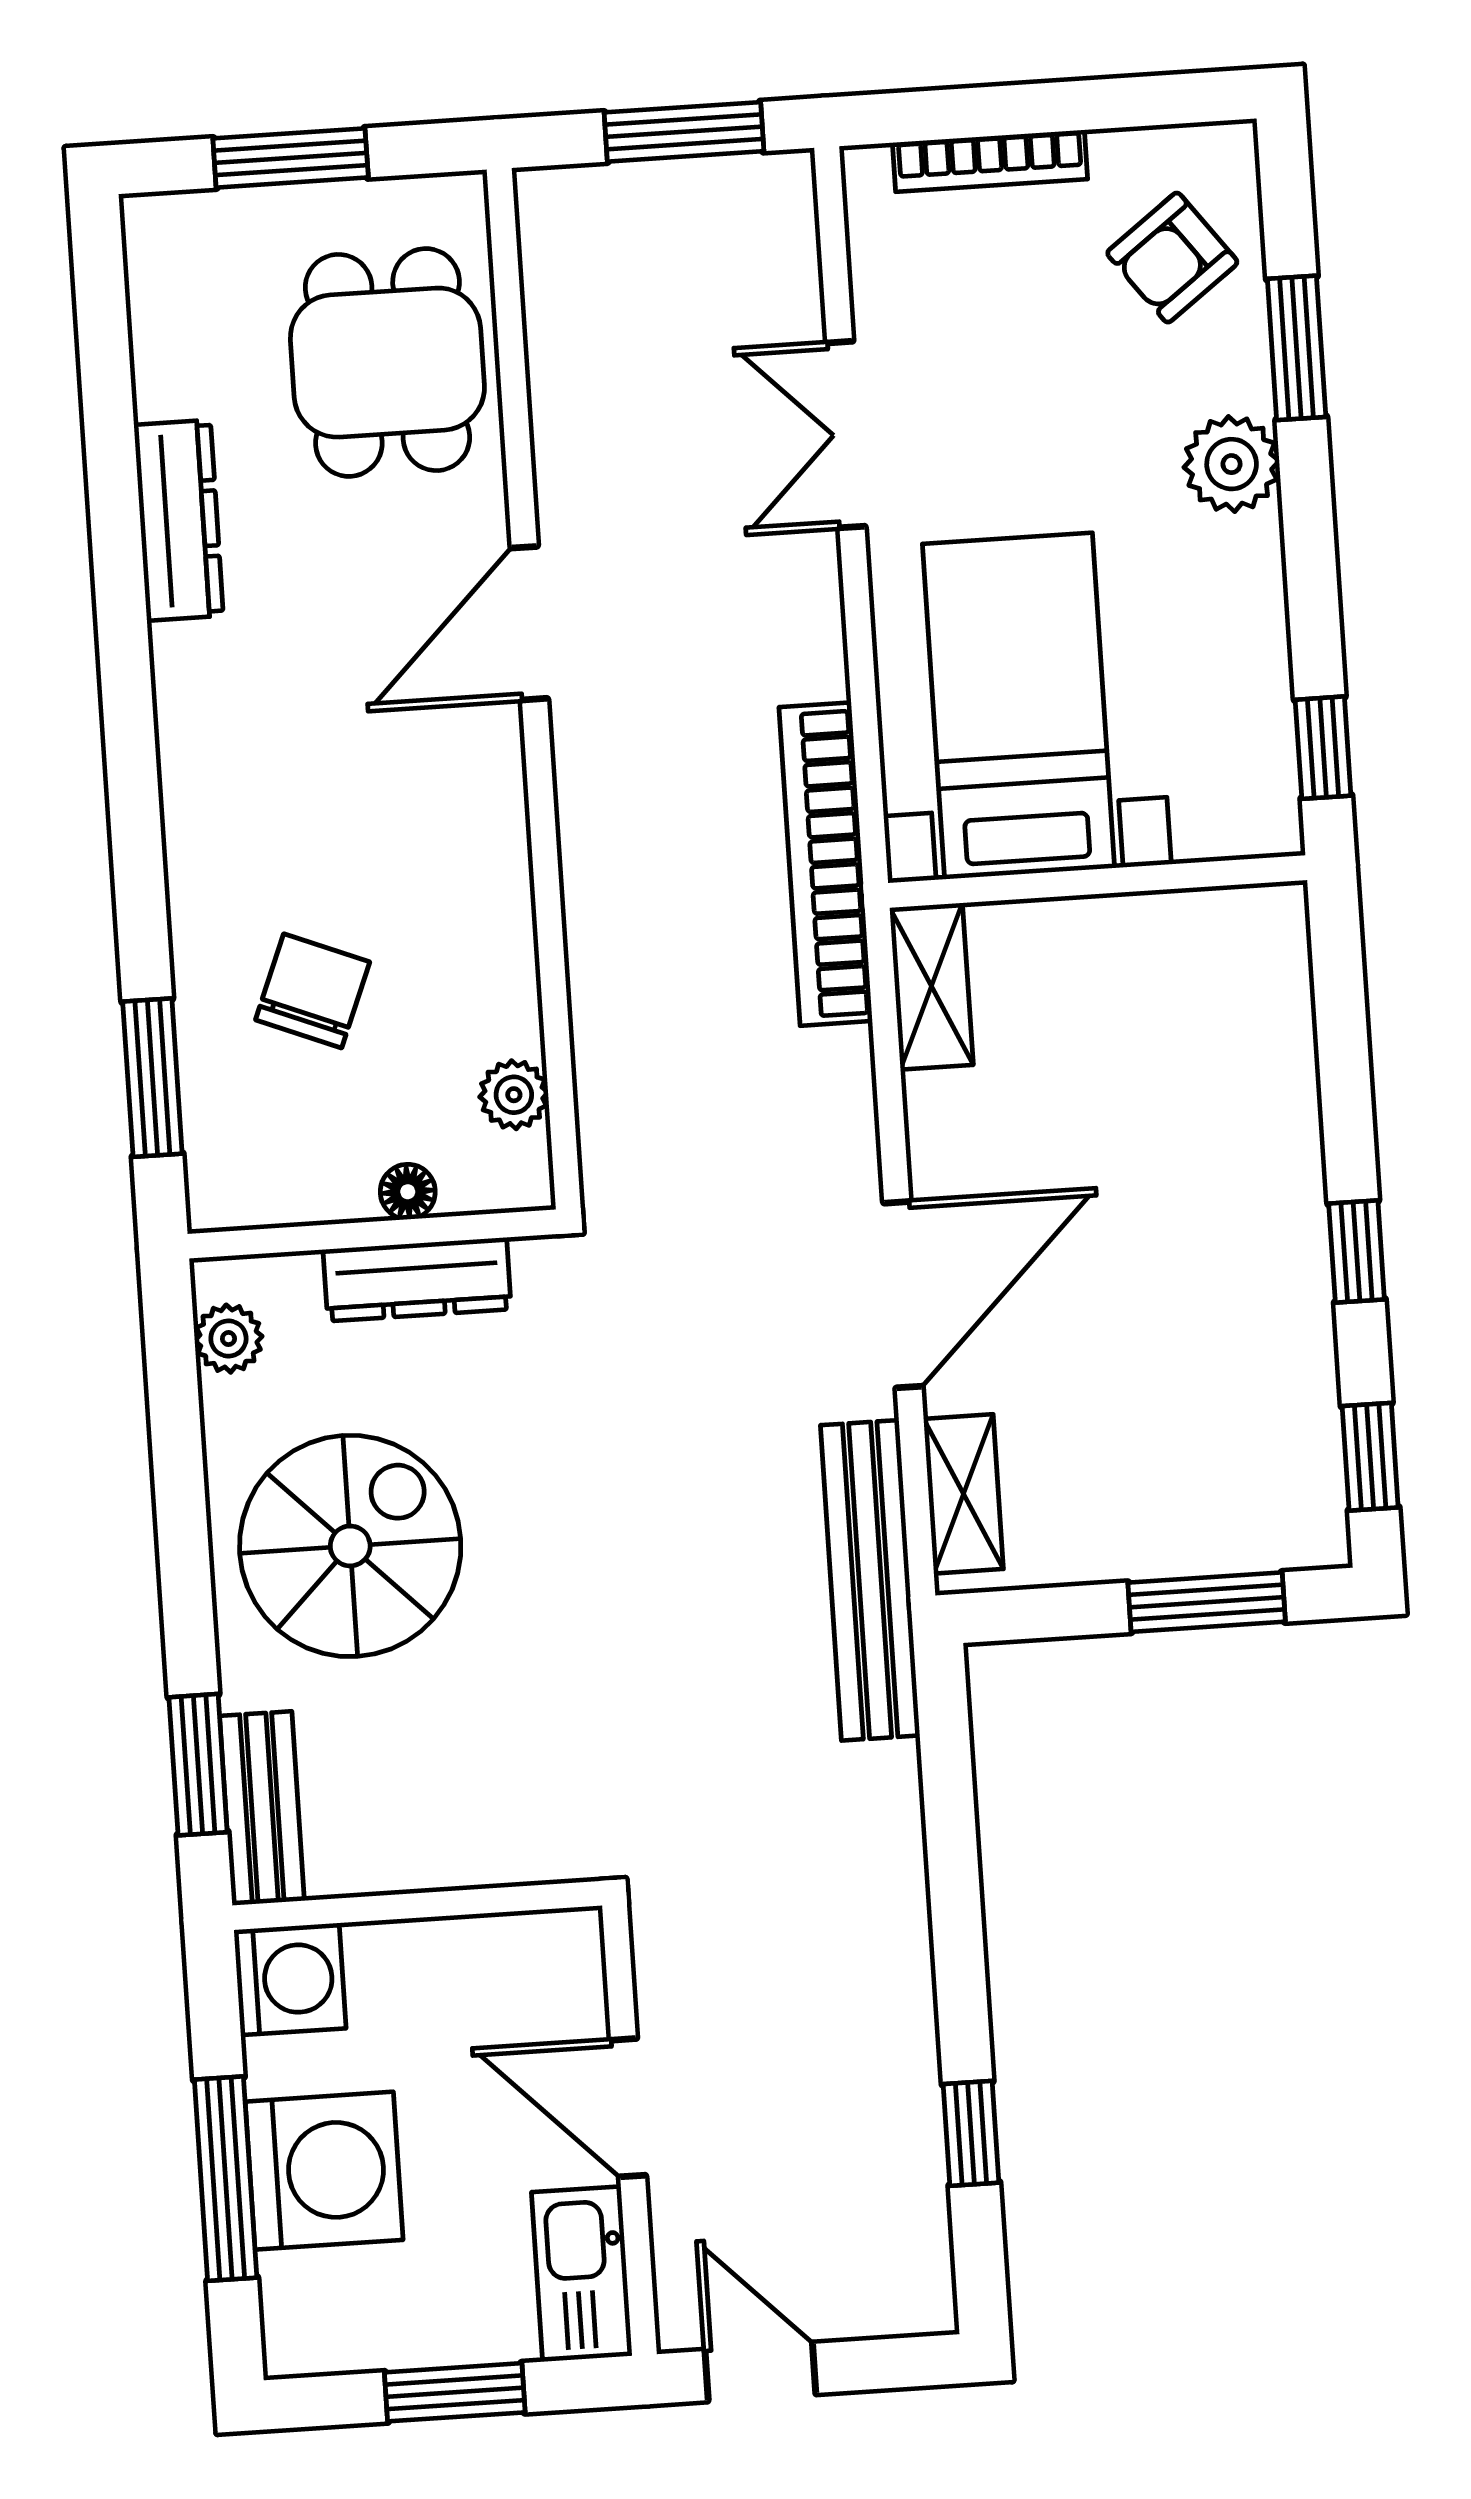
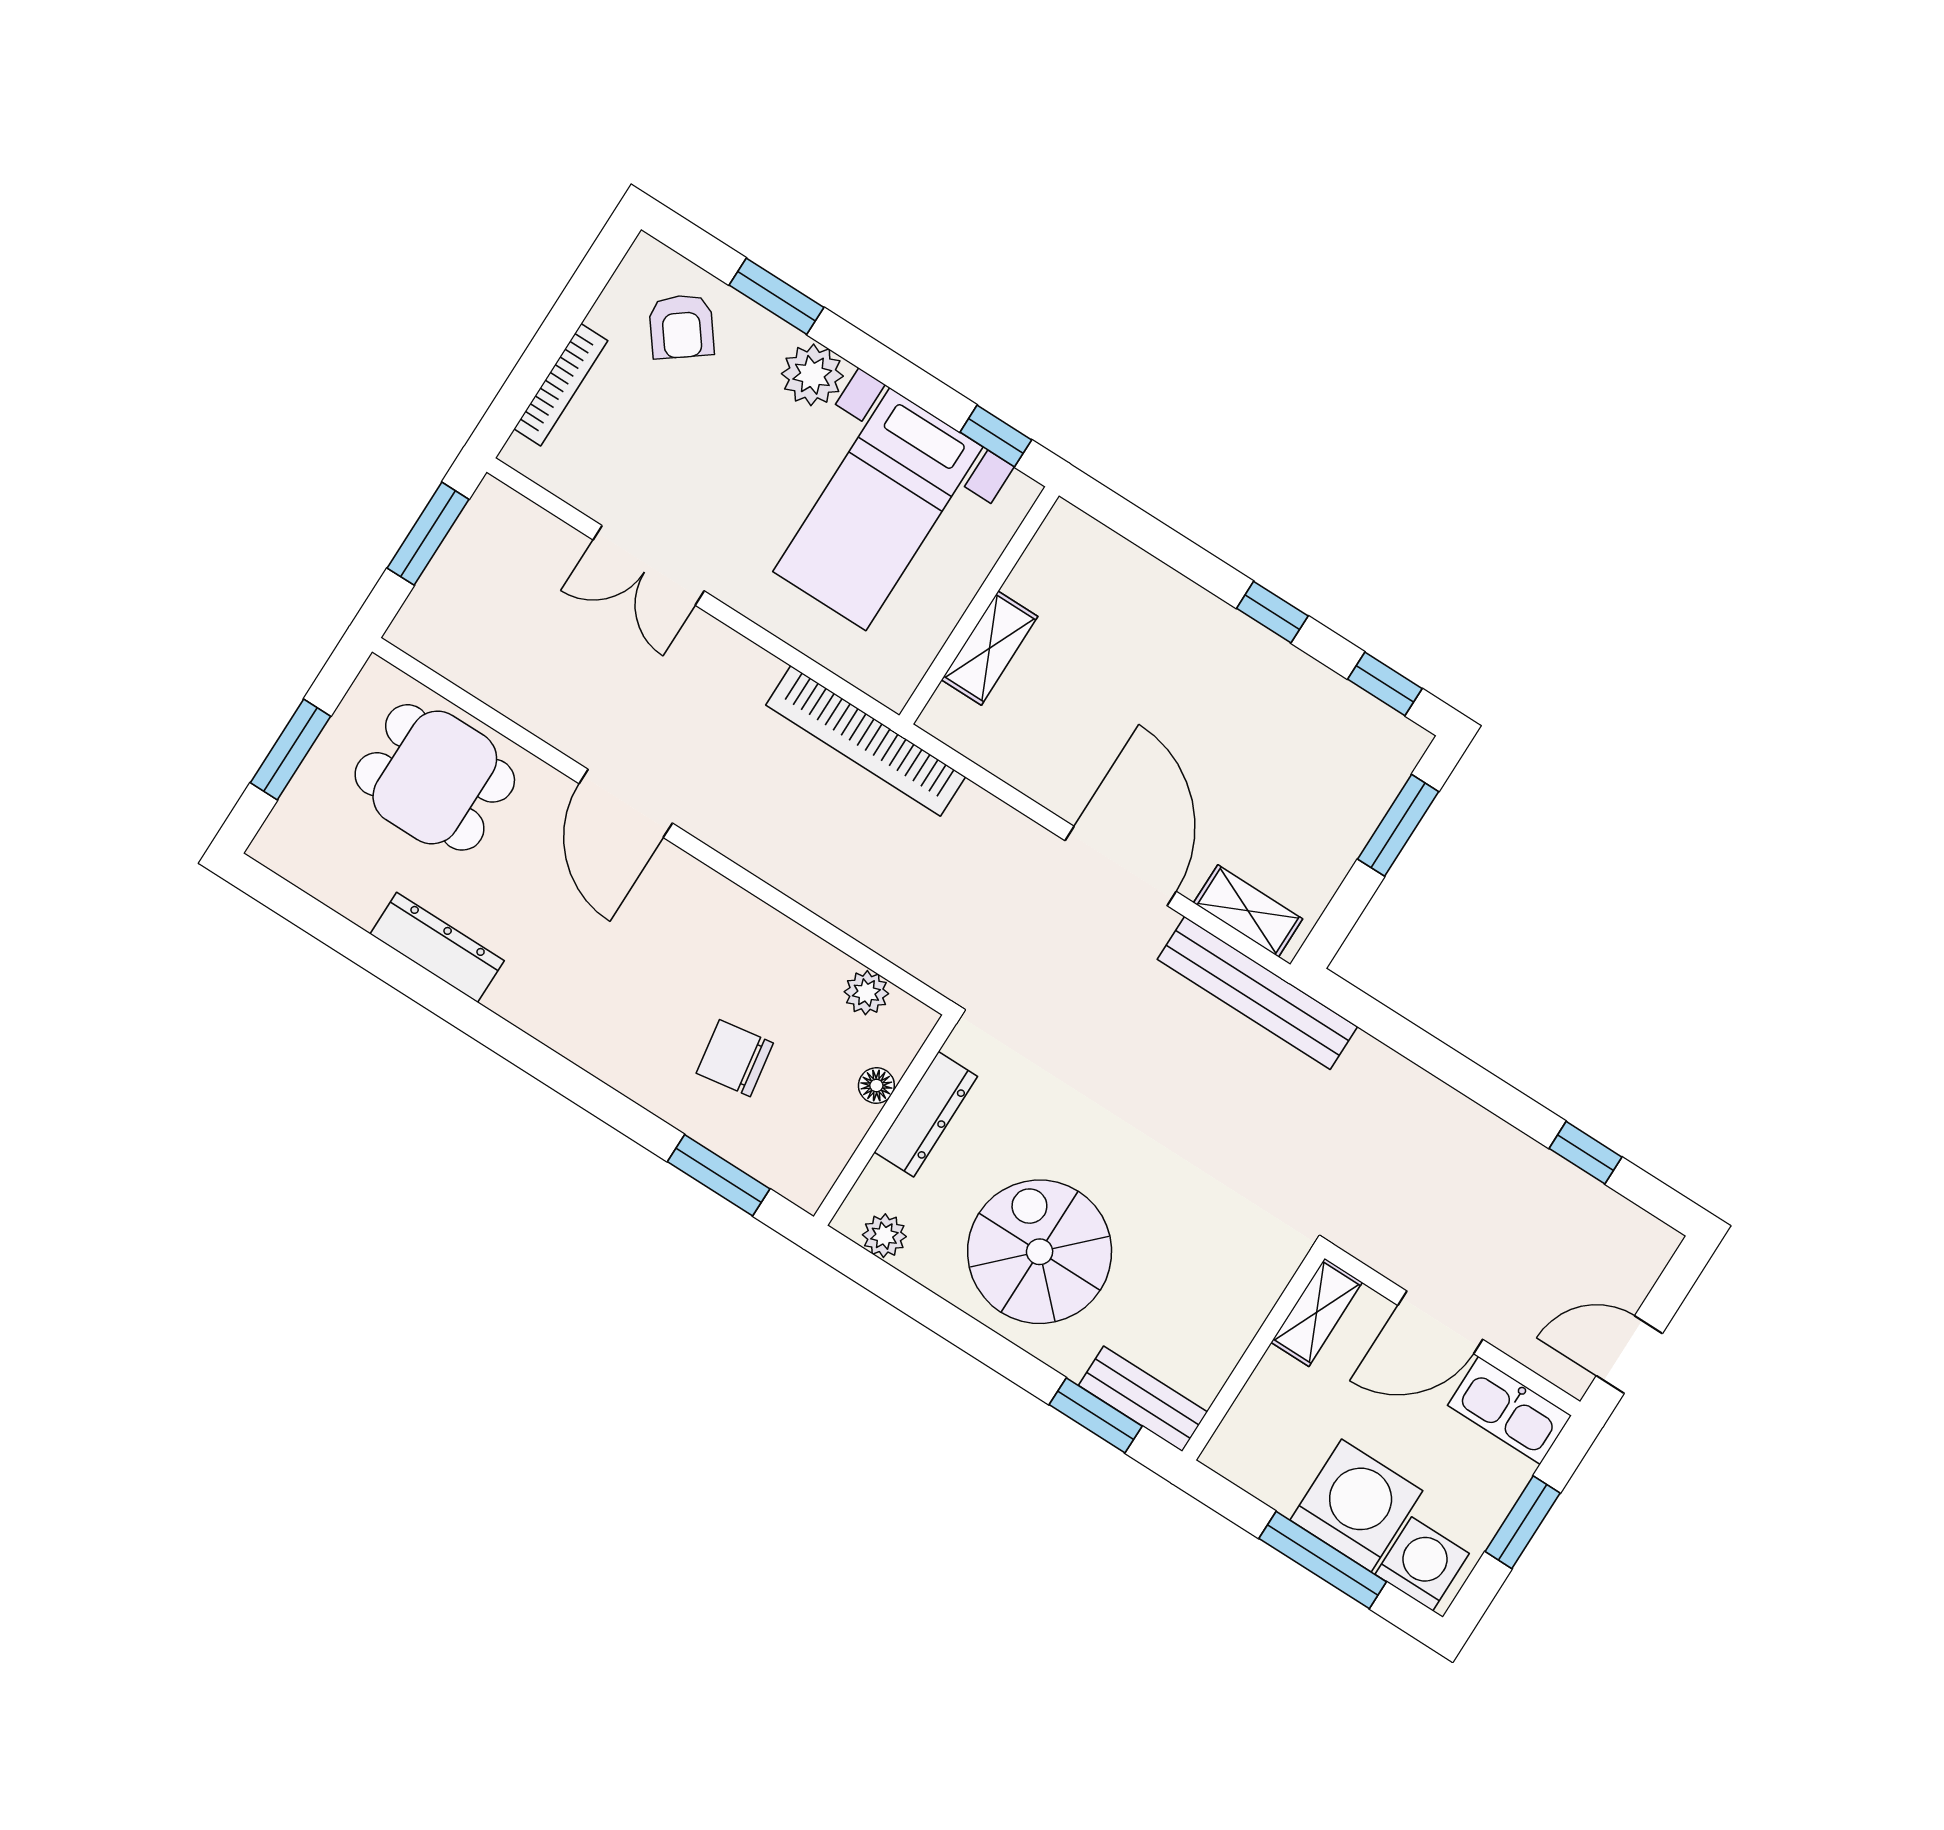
bed with nightstands: (1019, 706) -> (878, 509), moved, turned -90
shelving: (931, 986) -> (990, 648), moved, turned 90
chair: (313, 991) -> (735, 1058), turned -31
shelving: (528, 1945) -> (1317, 1312), added
washing machine: (290, 1979) -> (1422, 1564), moved

